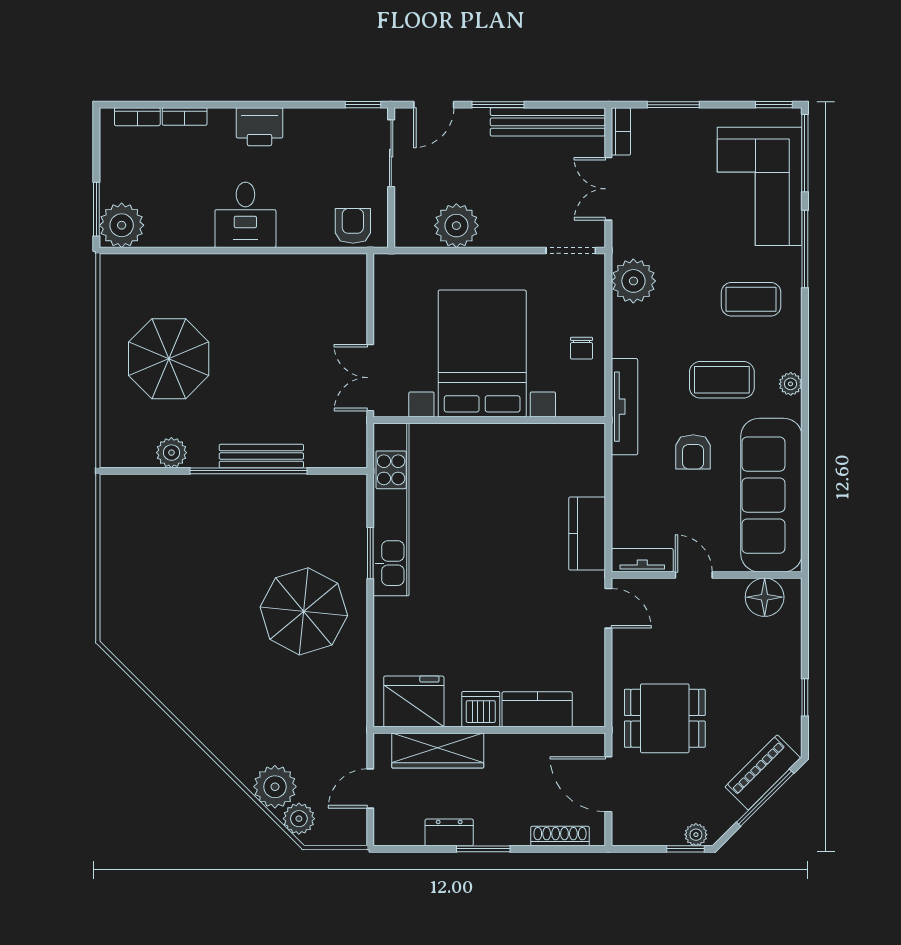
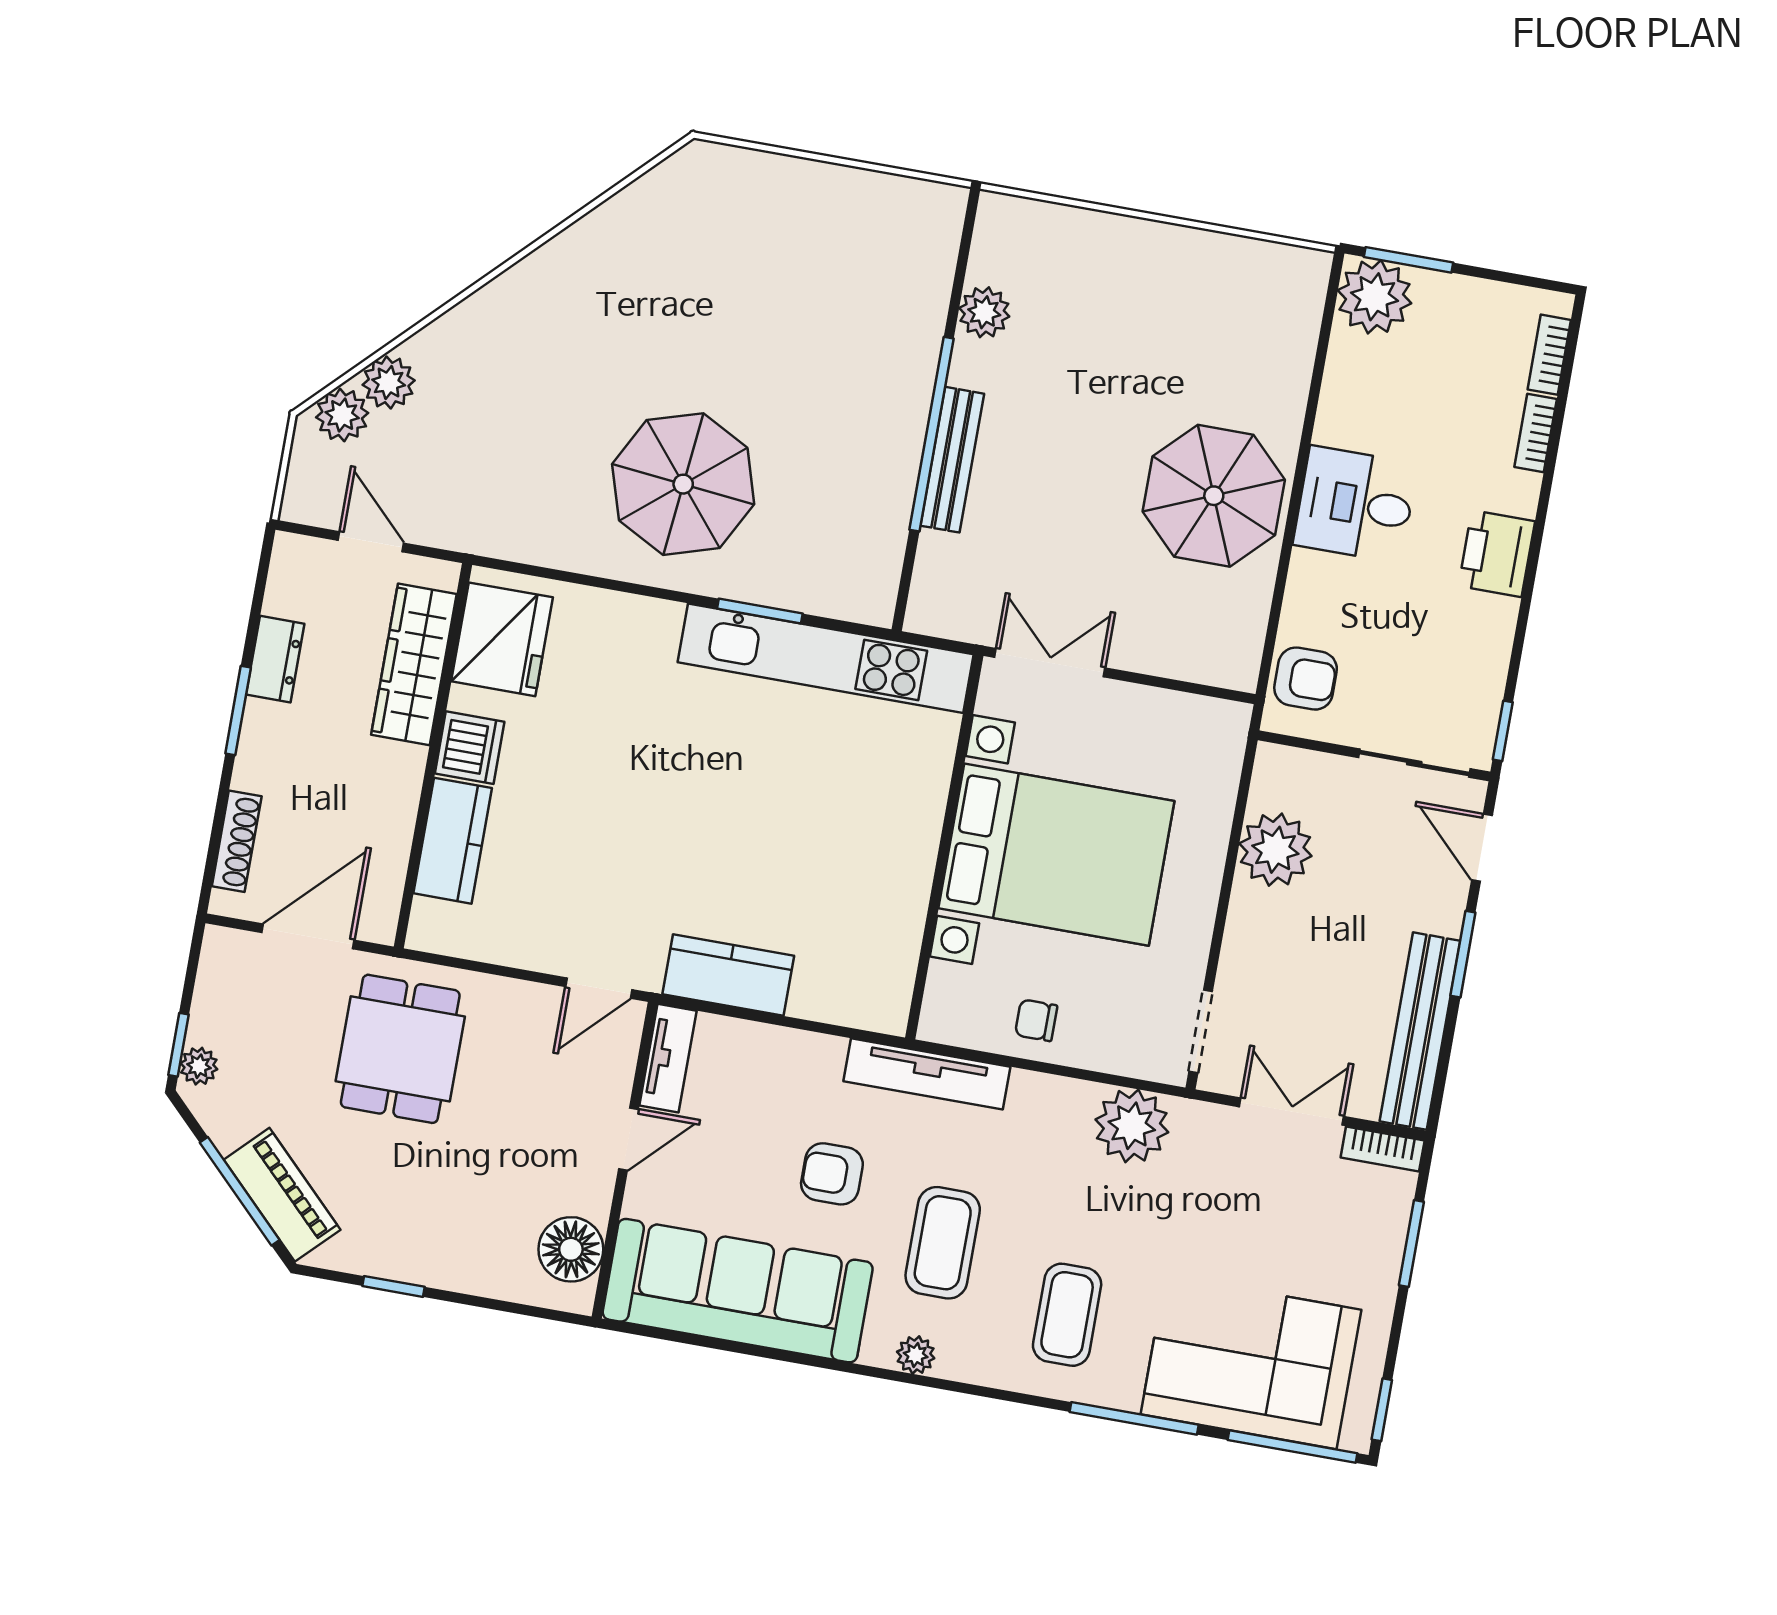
parasol: (169, 359) -> (1214, 496), moved
plant: (275, 787) -> (389, 383), width x0.73, depth x0.73

